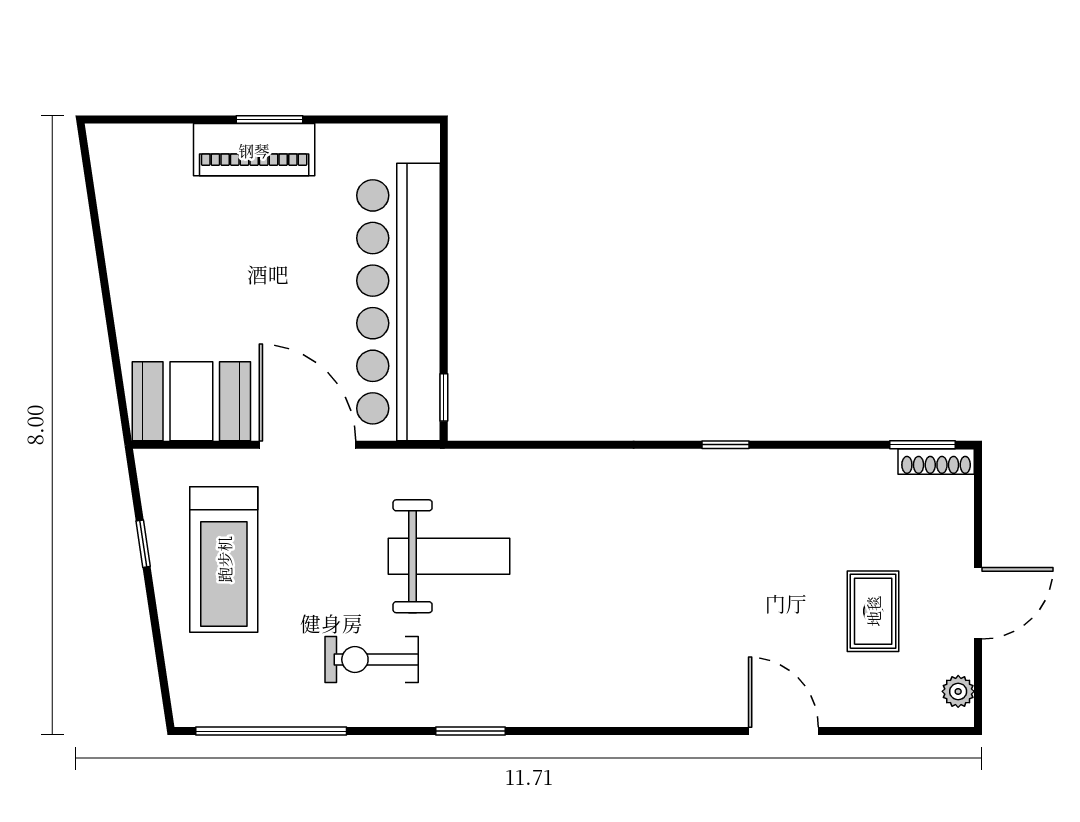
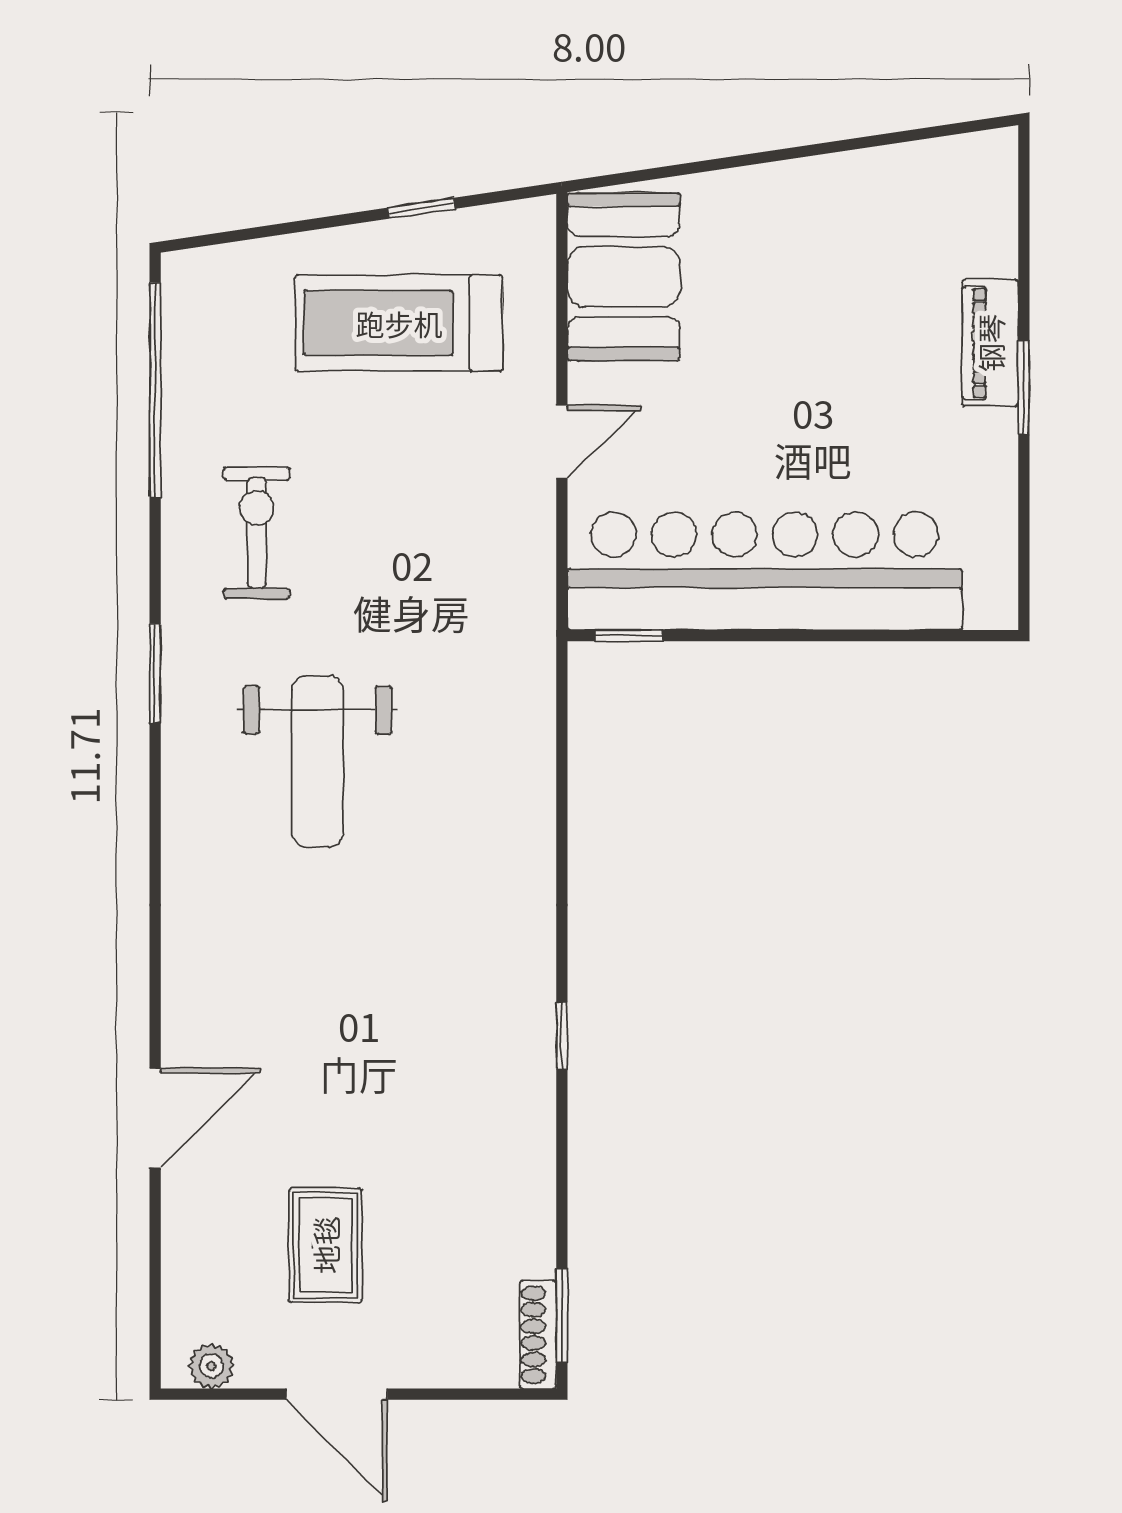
piano: (254, 150) -> (990, 343), width x0.73, depth x0.75
door: (308, 445) -> (562, 442), width x0.53
weight bench: (449, 556) -> (317, 762), moved
rug: (873, 611) -> (325, 1245), turned 90

